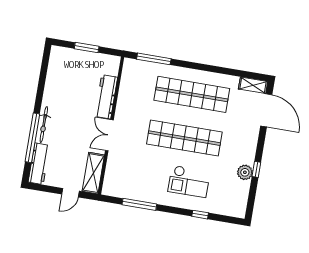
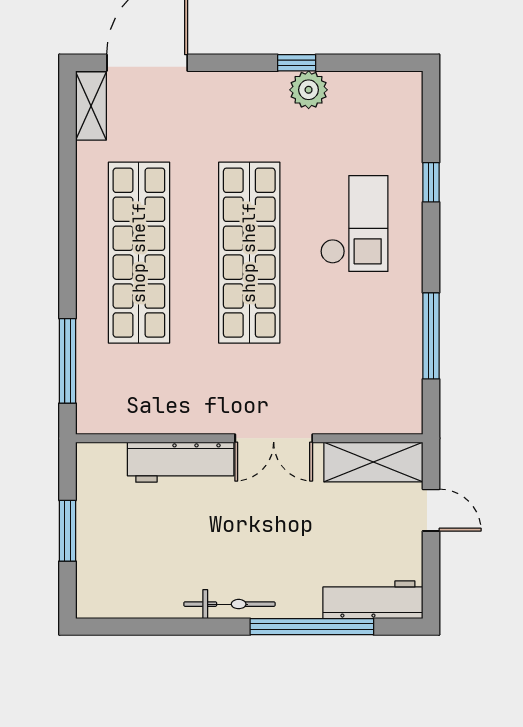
bicycle: (44, 125) -> (229, 604), moved

